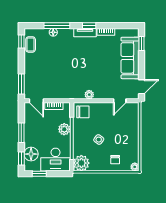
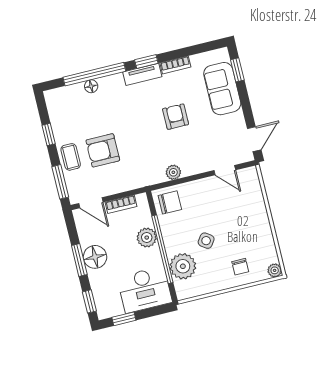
window: (57, 26) -> (94, 74), width x1.46
window: (21, 41) -> (49, 134), moved
coffee table: (31, 44) -> (71, 157), moved
sofa: (130, 58) -> (222, 89), width x0.73
armchair: (99, 62) -> (176, 117), added
armchair: (51, 72) -> (103, 150), added
door: (120, 101) -> (225, 170), hinge flipped
floor lamp: (31, 154) -> (95, 257), moved
plant: (81, 163) -> (183, 266), moved

